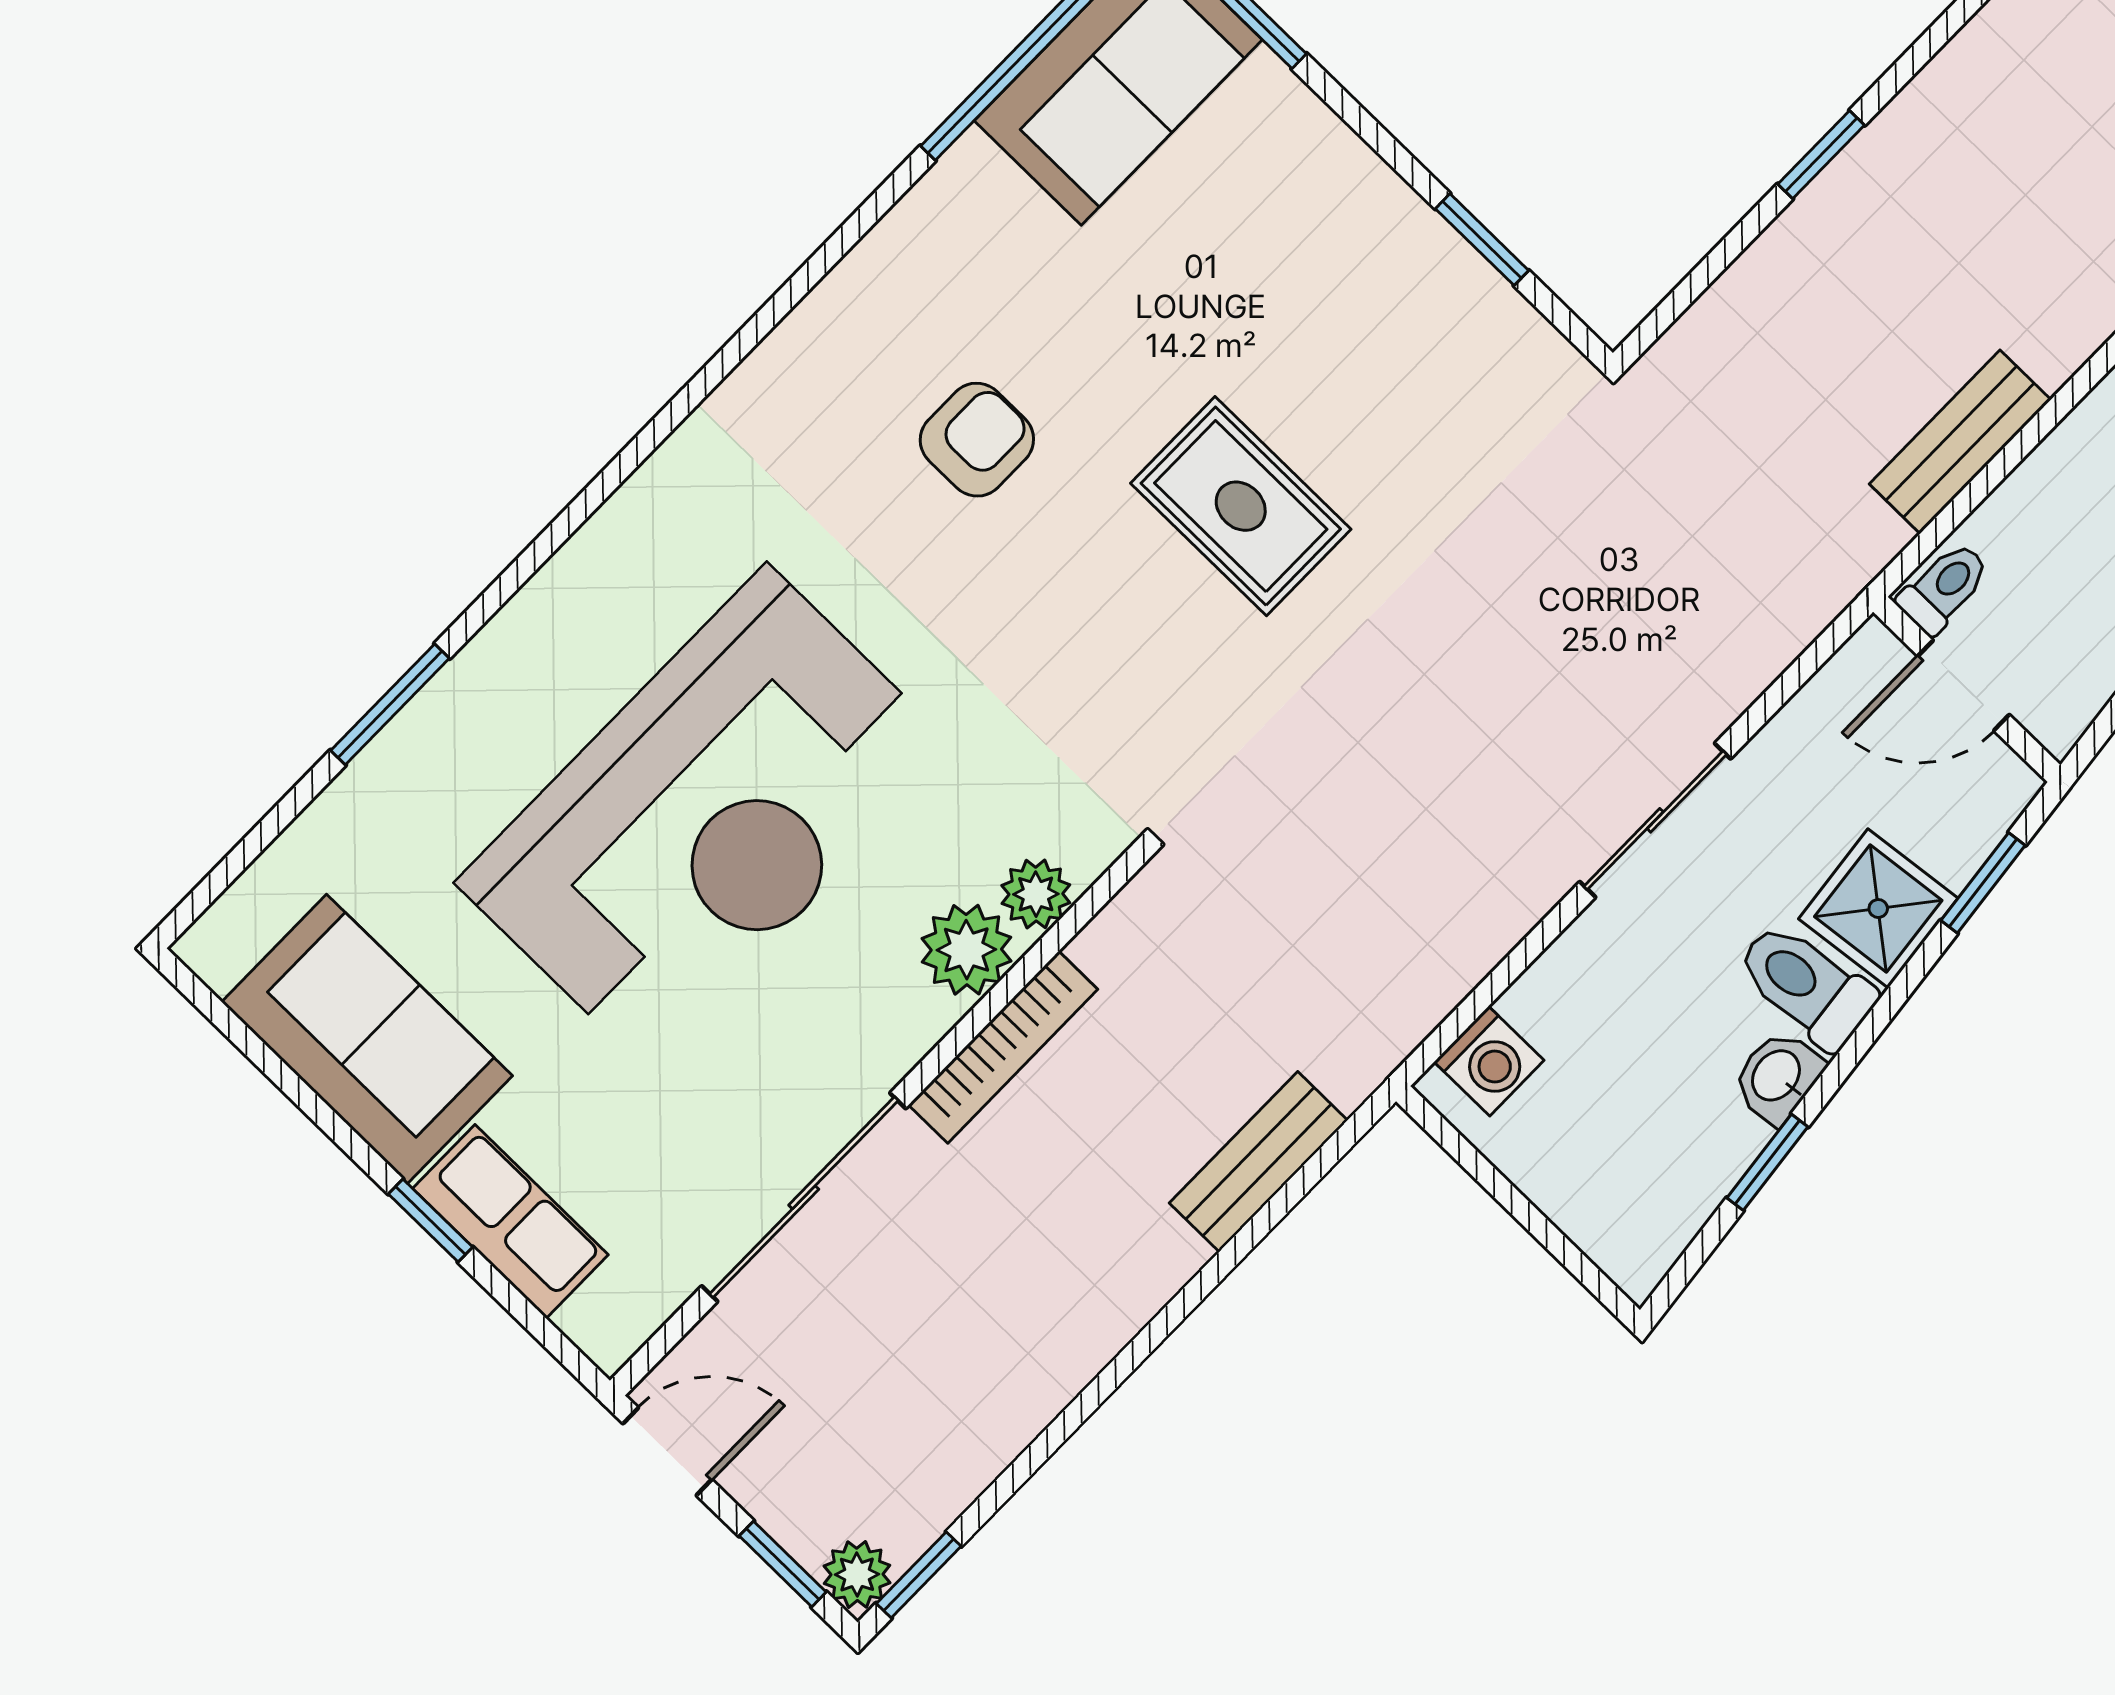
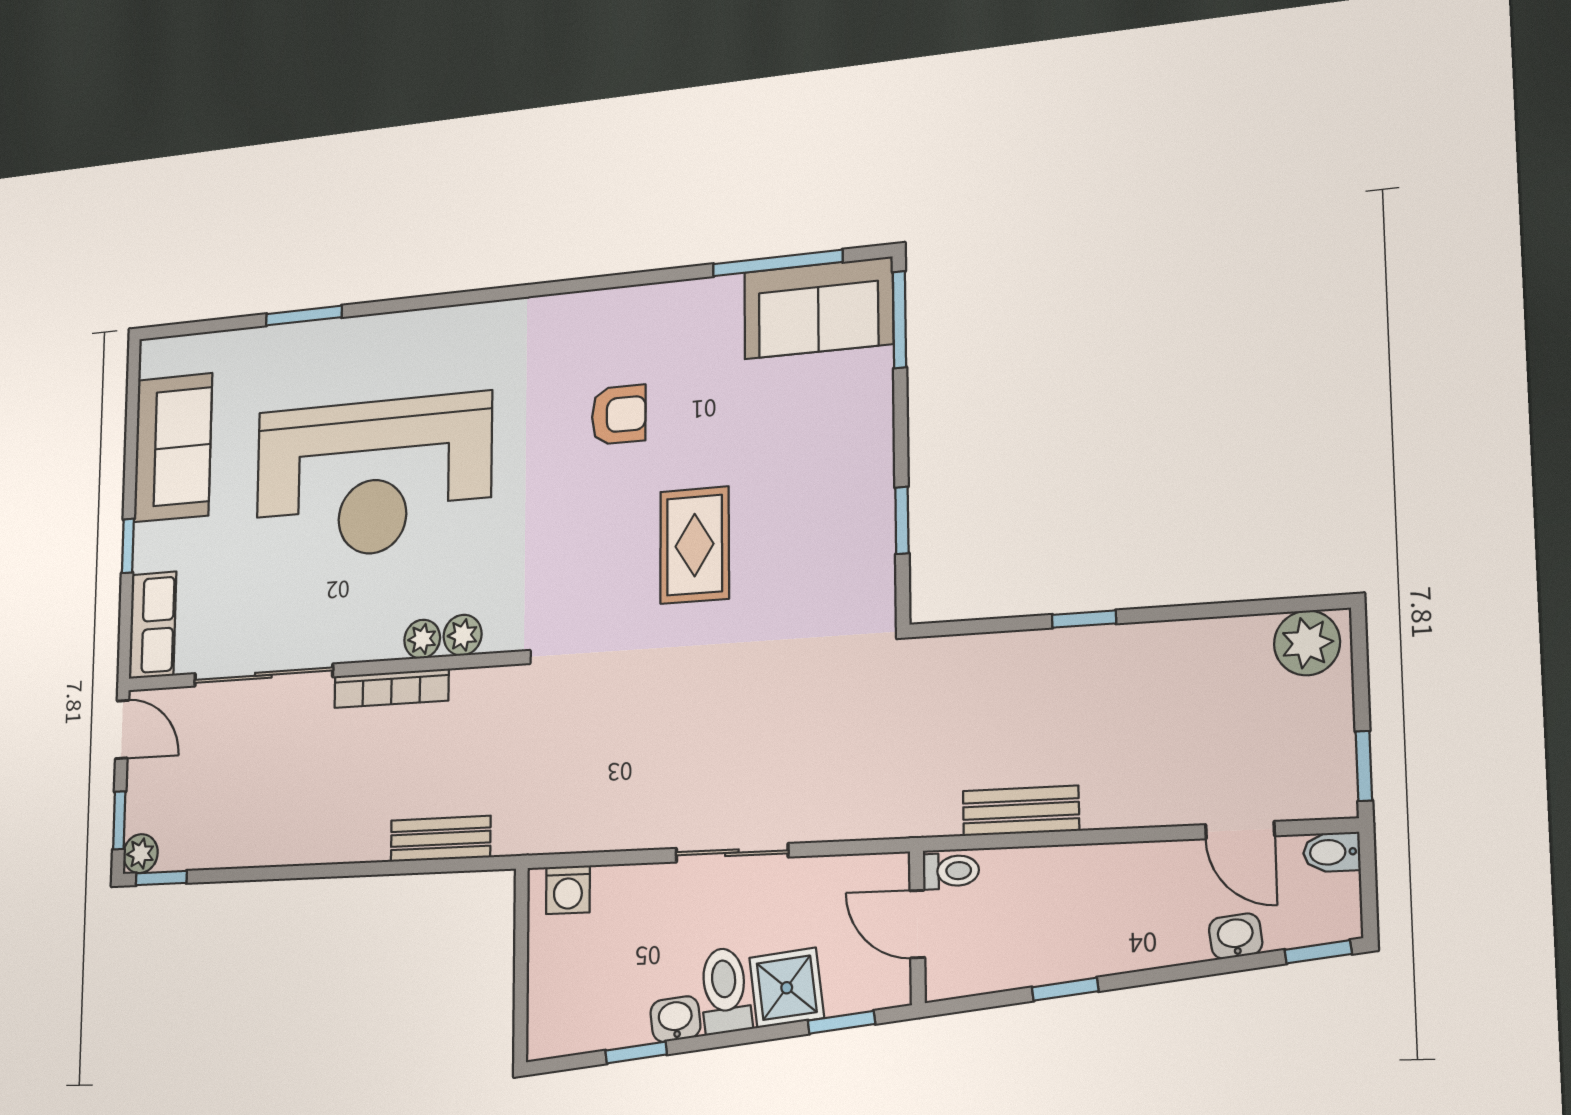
plant: (966, 950) -> (422, 639), width x0.73, depth x0.73
row of seats: (510, 1222) -> (153, 625), moved

